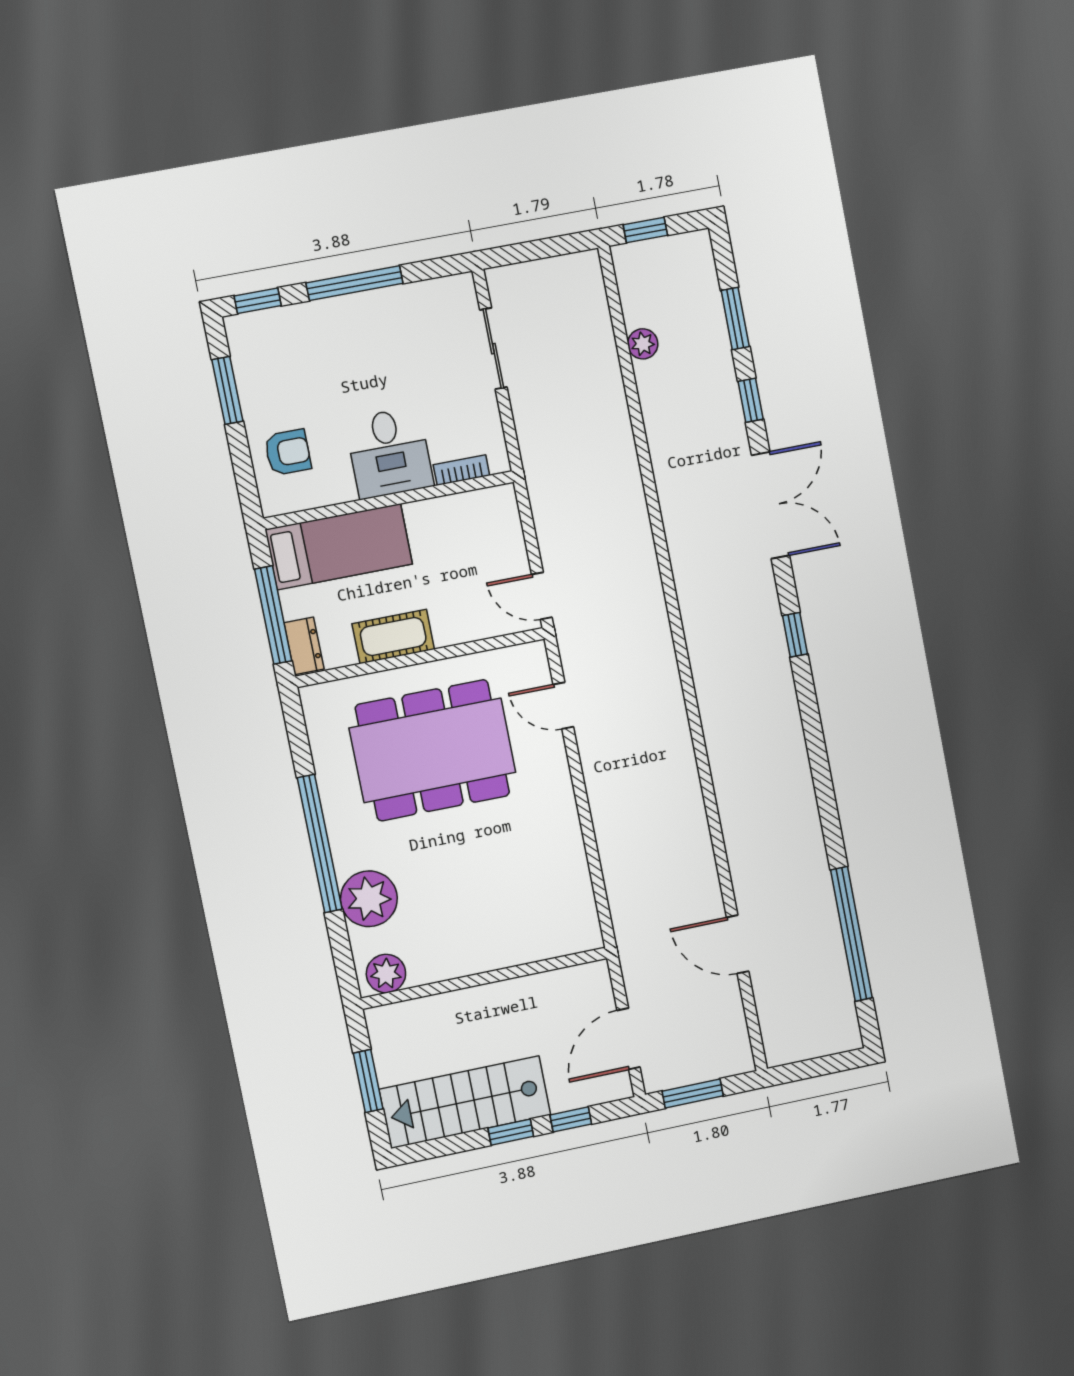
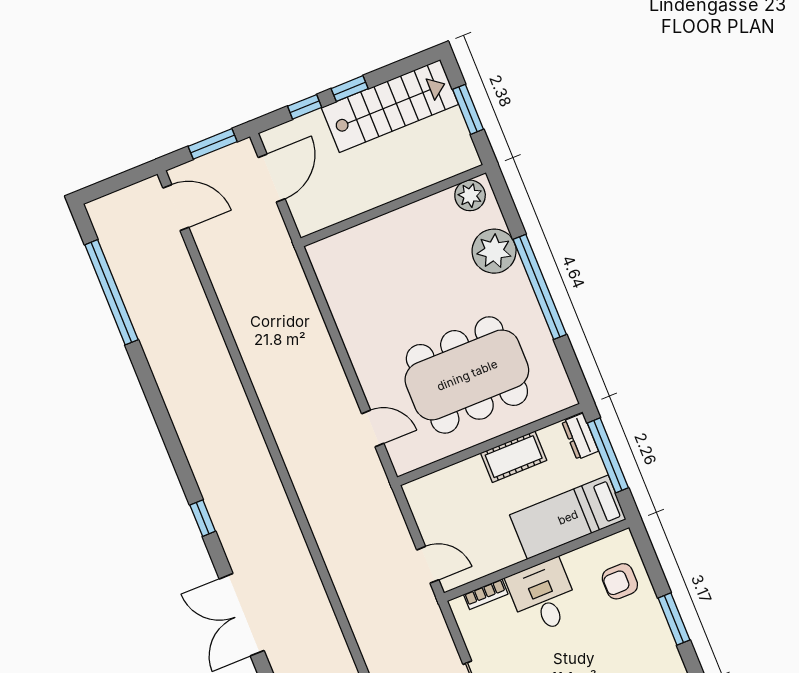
door: (542, 596) -> (428, 565), moved
door: (738, 944) -> (176, 208), moved

